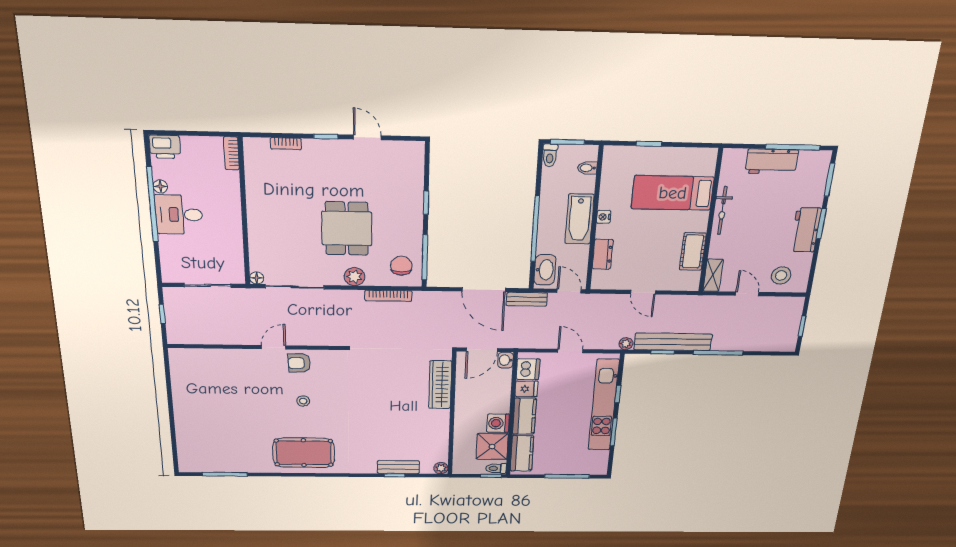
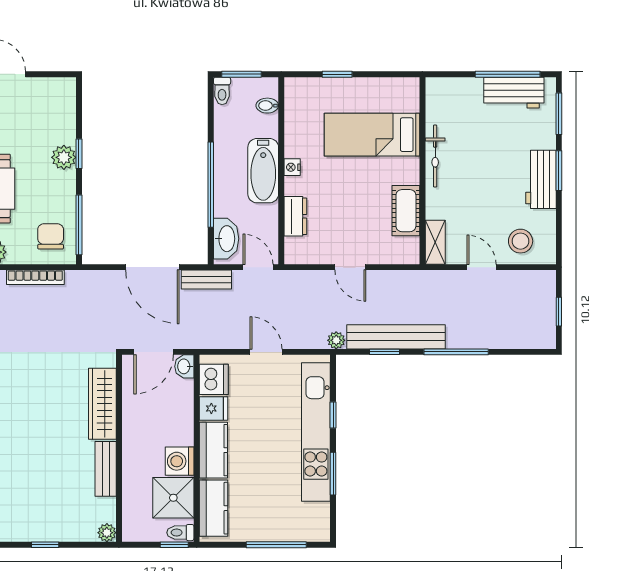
workbench: (772, 162) -> (514, 93), moved
plant: (413, 205) -> (64, 157), added
bench: (398, 467) -> (106, 469), moved, turned 90

